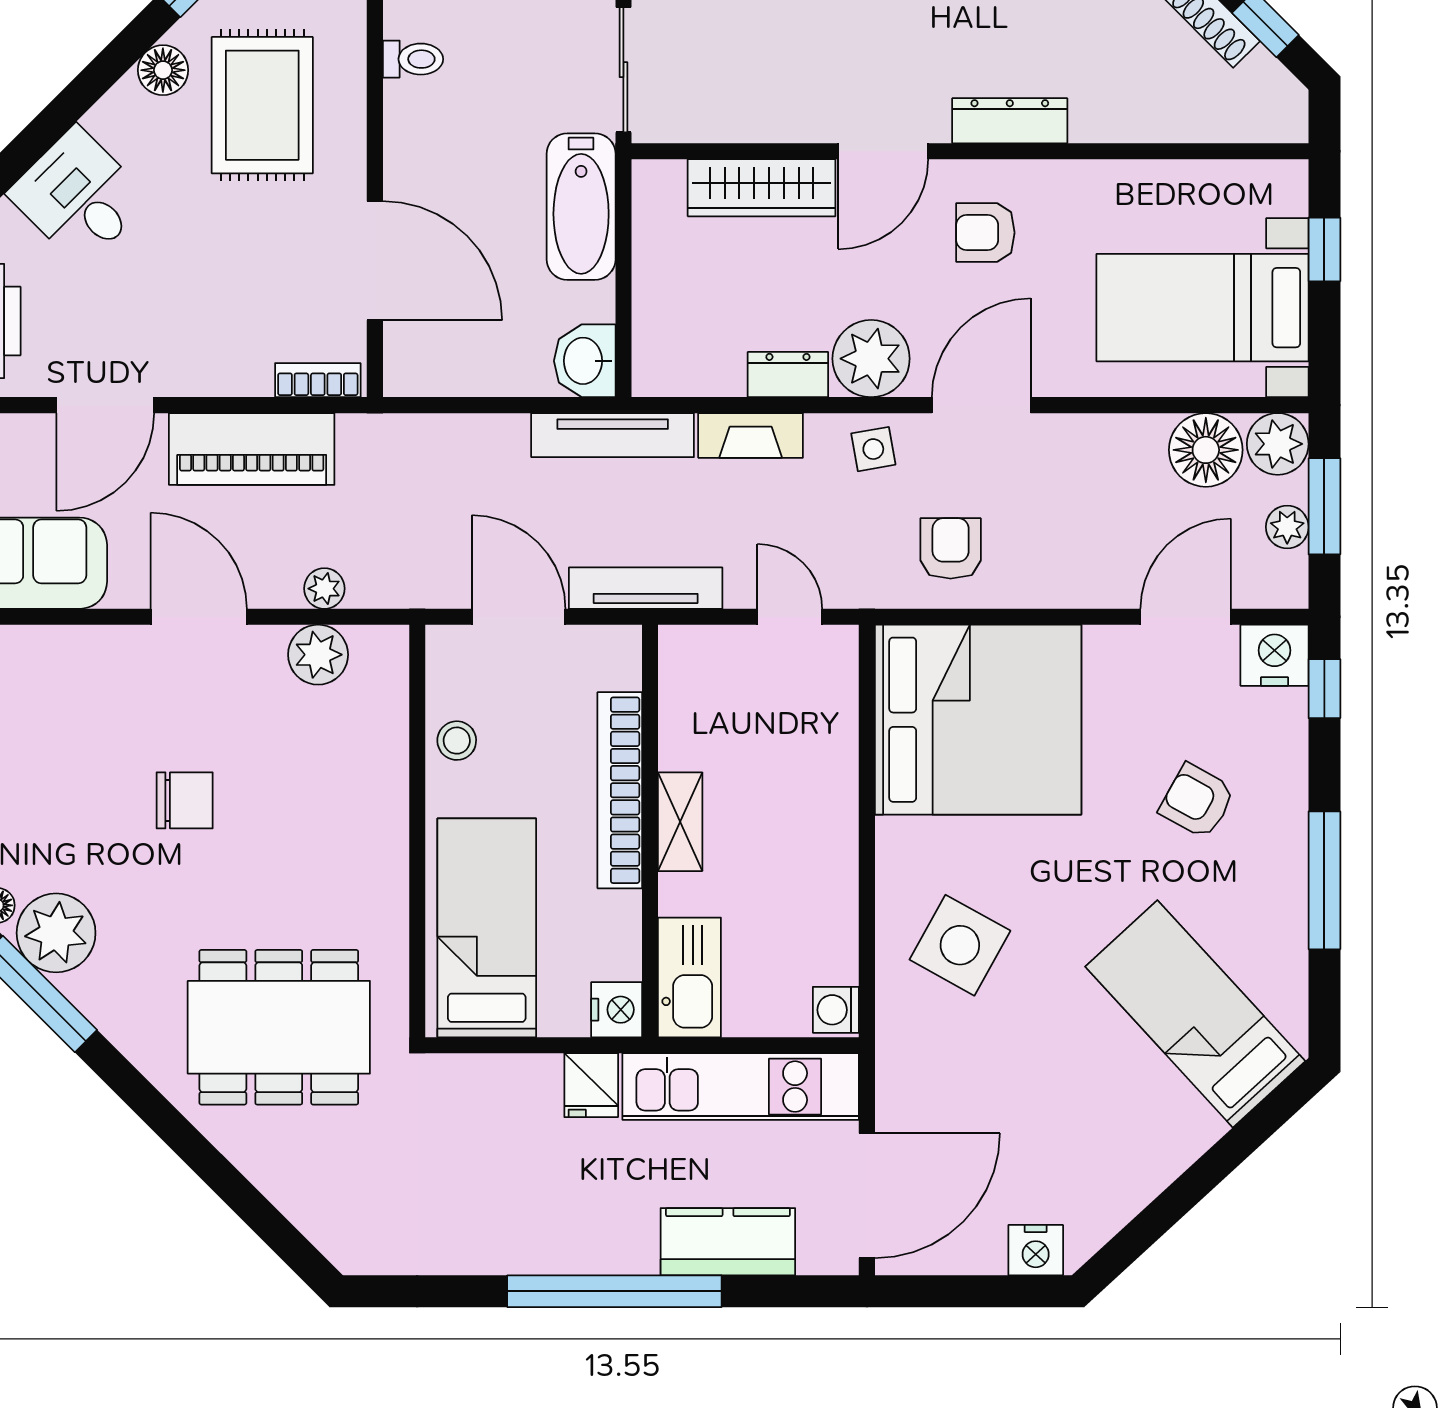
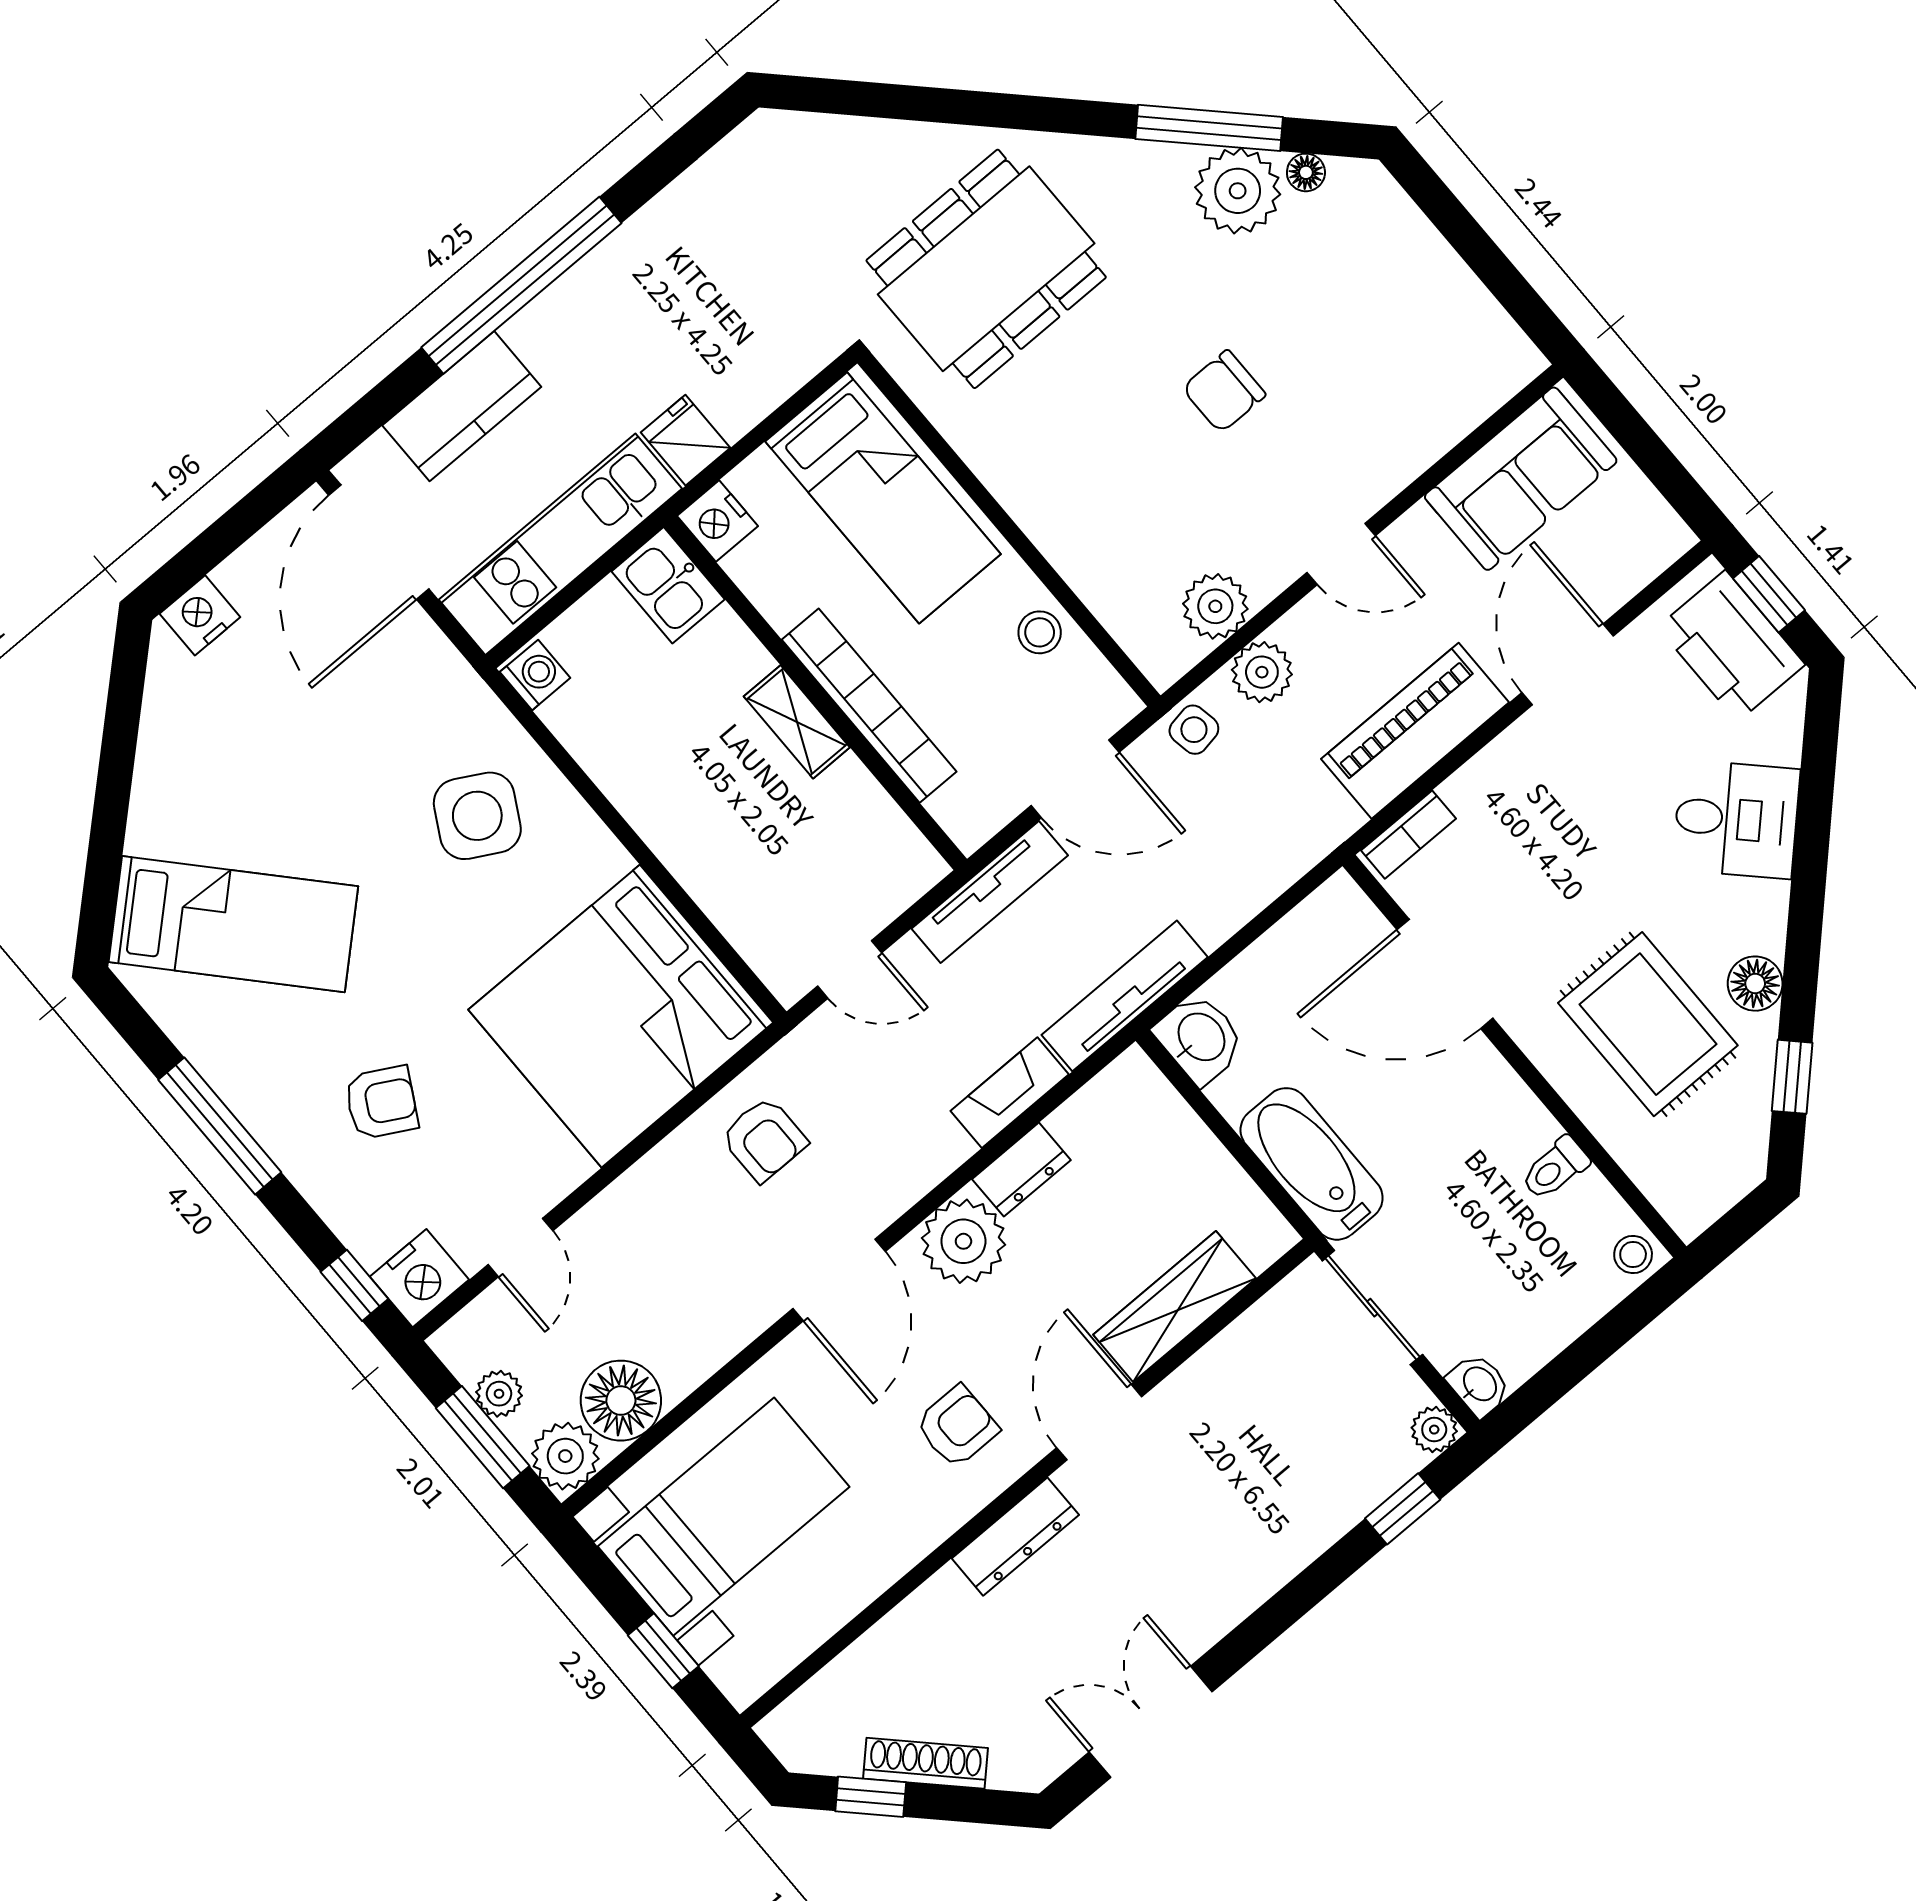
side table: (873, 449) -> (1194, 730), moved
plant: (324, 589) -> (1262, 672), width x1.38, depth x1.38
door: (199, 617) -> (1341, 554), width x0.73
door: (1186, 617) -> (520, 1248), width x0.73
kitchen sink: (689, 977) -> (668, 585), width x0.73

